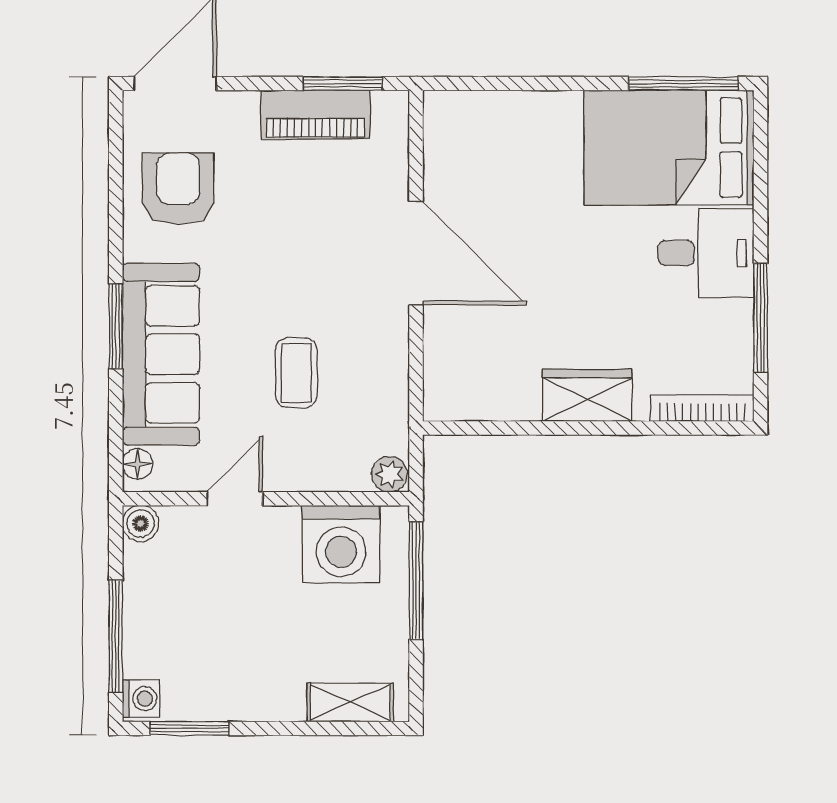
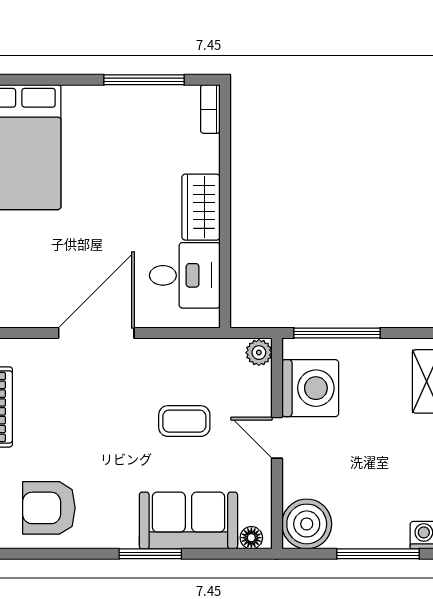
desk: (706, 253) -> (185, 275), moved, turned 90
sofa: (161, 354) -> (188, 520), width x0.73
bookcase: (702, 408) -> (210, 109), width x0.64
door: (235, 499) -> (277, 438), moved
boiler: (141, 524) -> (307, 524), width x1.86, depth x1.86

